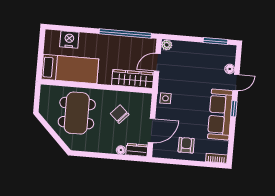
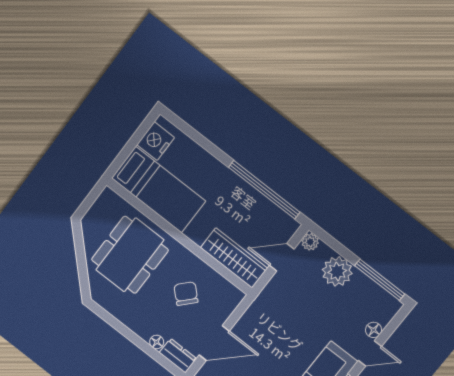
nightstand: (69, 39) -> (156, 141), moved, turned -90
window: (215, 41) -> (380, 280), width x1.44
plant: (191, 51) -> (337, 271), added
side table: (165, 98) -> (261, 313), removed

